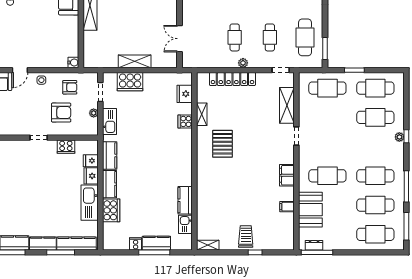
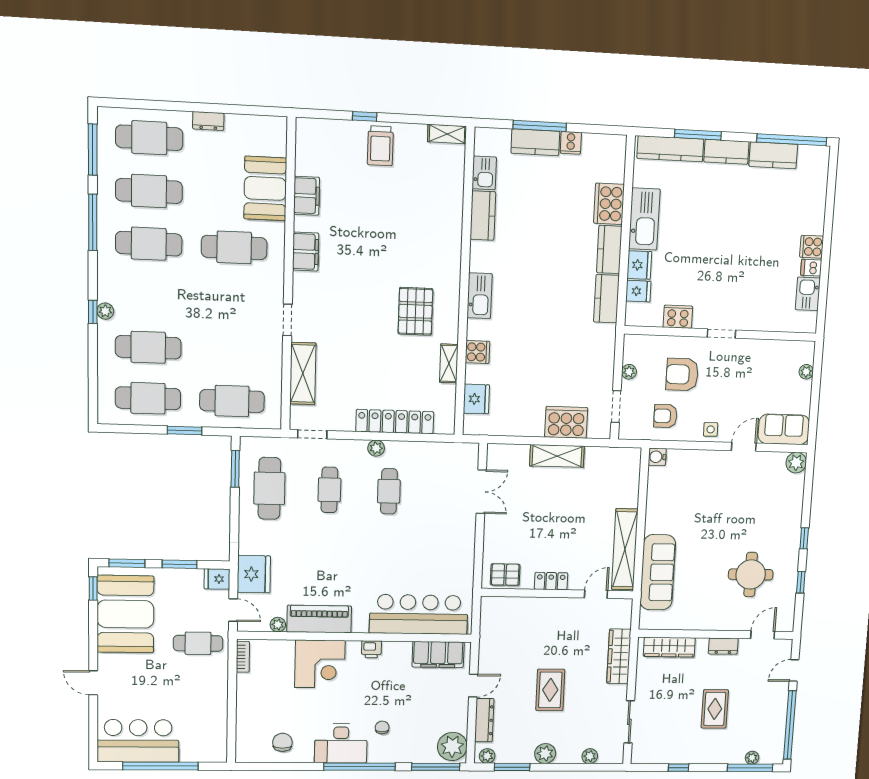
kitchen sink: (110, 122) -> (480, 296), moved, turned 180
filing cabinet: (287, 207) -> (307, 196), width x2.00
dresser: (314, 245) -> (208, 121), moved
window: (317, 252) -> (255, 110), removed

